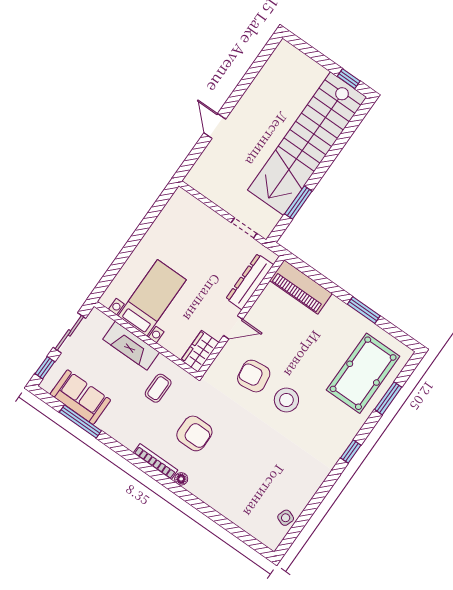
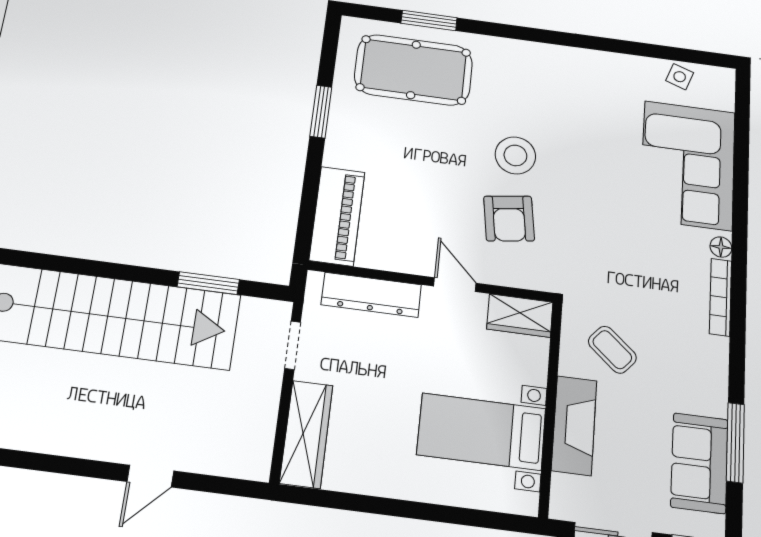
wardrobe: (196, 211) -> (306, 434), added
coffee table: (158, 388) -> (612, 350), turned 41
armchair: (194, 433) -> (644, 261), removed
window: (351, 452) -> (534, 35), removed
corner sofa: (234, 490) -> (688, 165), added

